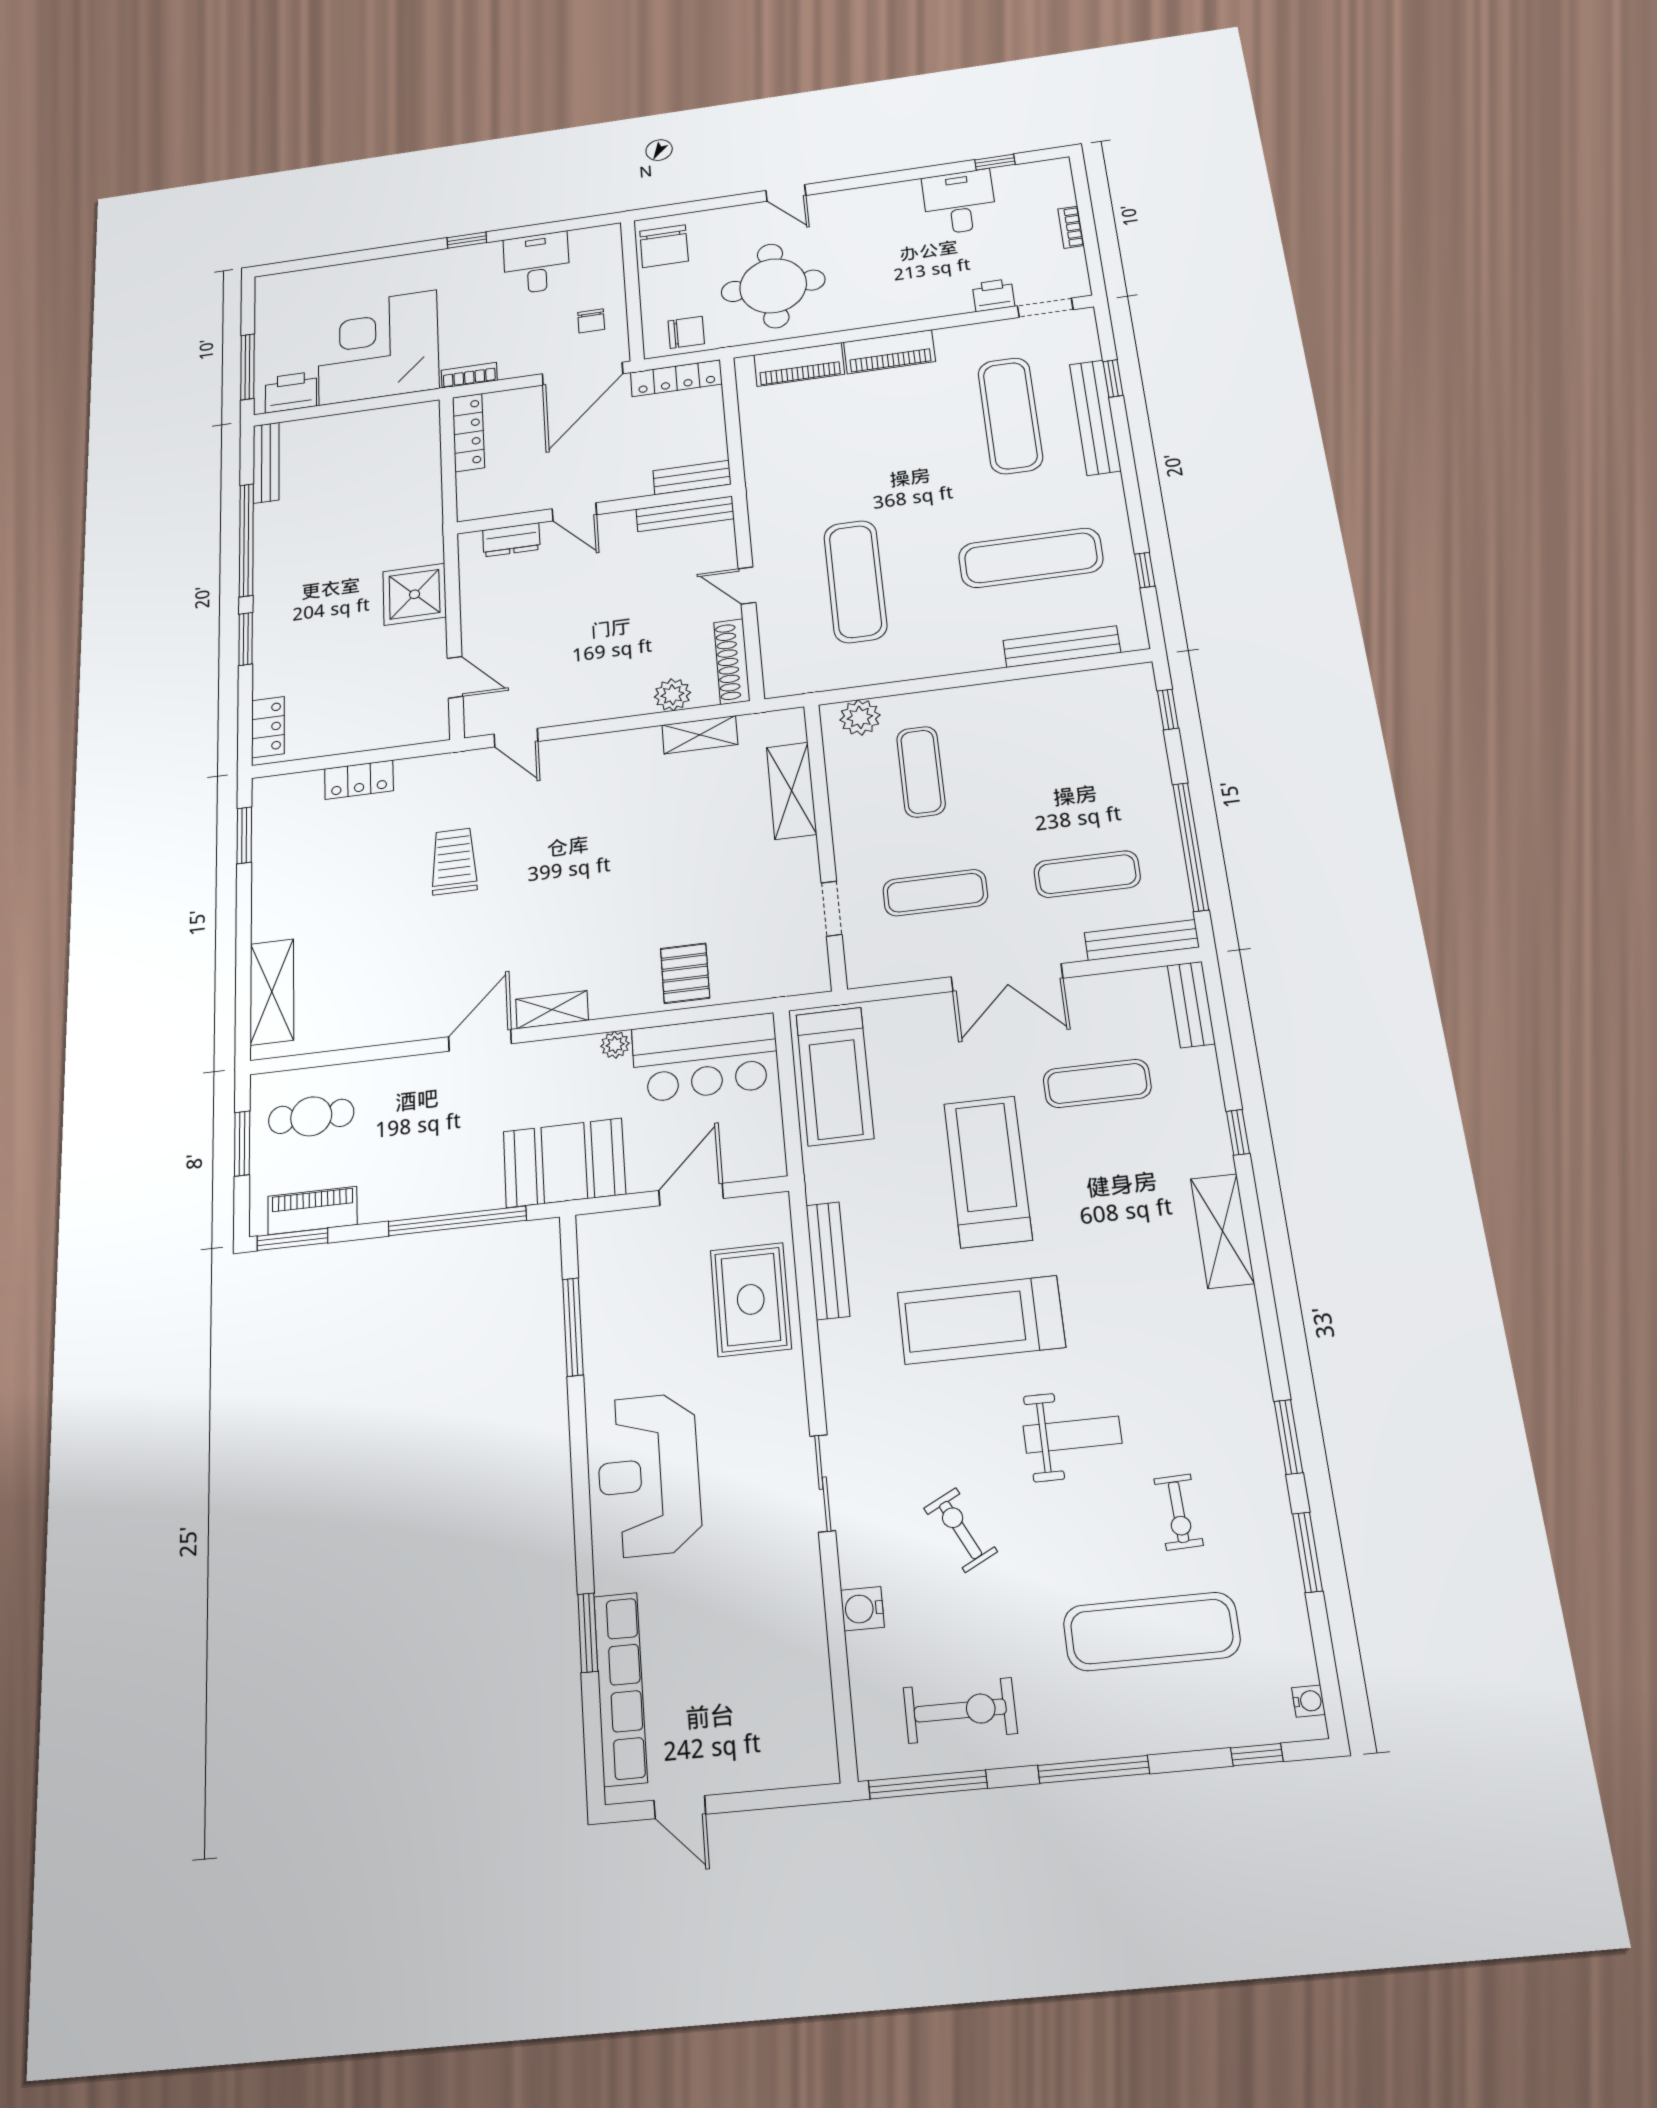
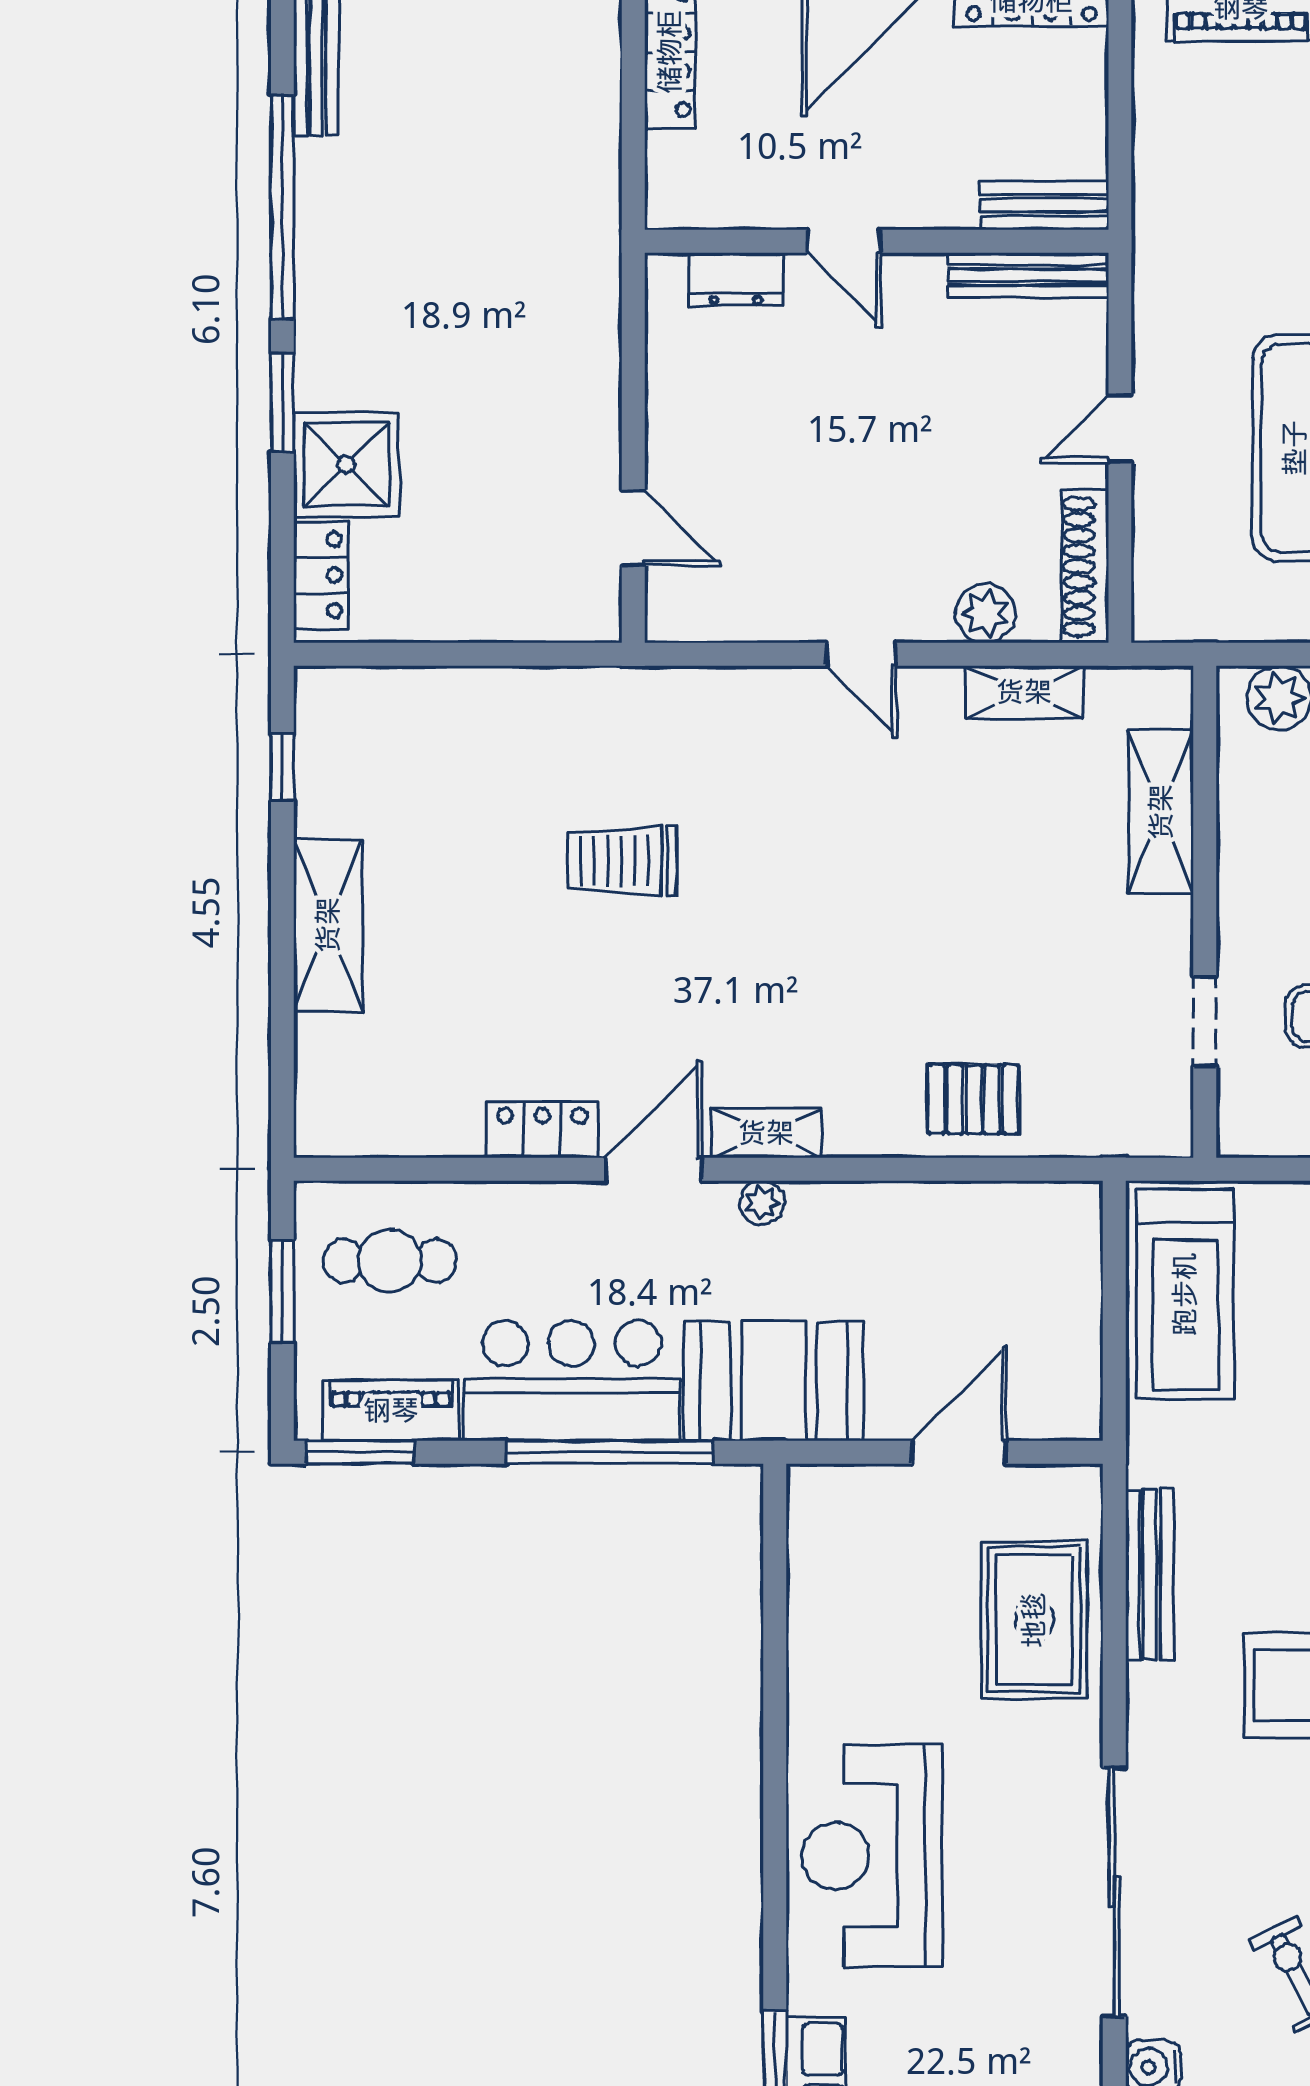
door: (747, 586) -> (1120, 429), hinge flipped
shower: (415, 594) -> (346, 464), moved
door: (516, 738) -> (861, 654), moved
locker: (359, 780) -> (542, 1130), moved, turned 180
window: (244, 835) -> (282, 768), width x0.67
trolley: (454, 861) -> (622, 861), turned -90
pallet: (685, 973) -> (974, 1099), turned 90
shelving: (272, 992) -> (328, 925), moved
plant: (615, 1045) -> (762, 1203), moved
bar counter: (705, 1058) -> (572, 1381), moved, turned 180
window: (573, 1327) -> (775, 1632), removed
sliding door: (823, 1483) -> (1114, 1892), width x1.86

